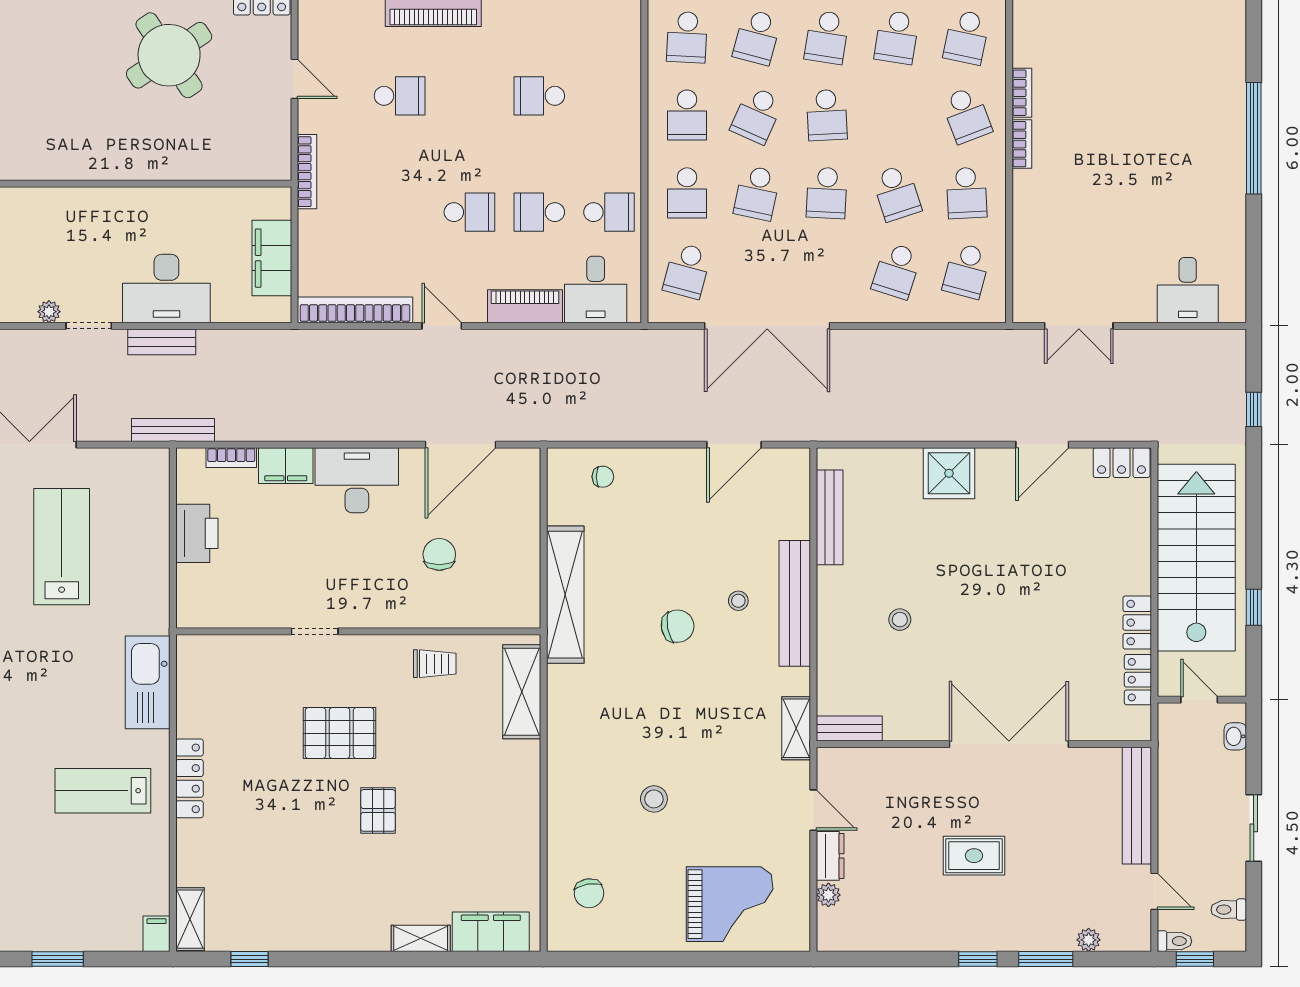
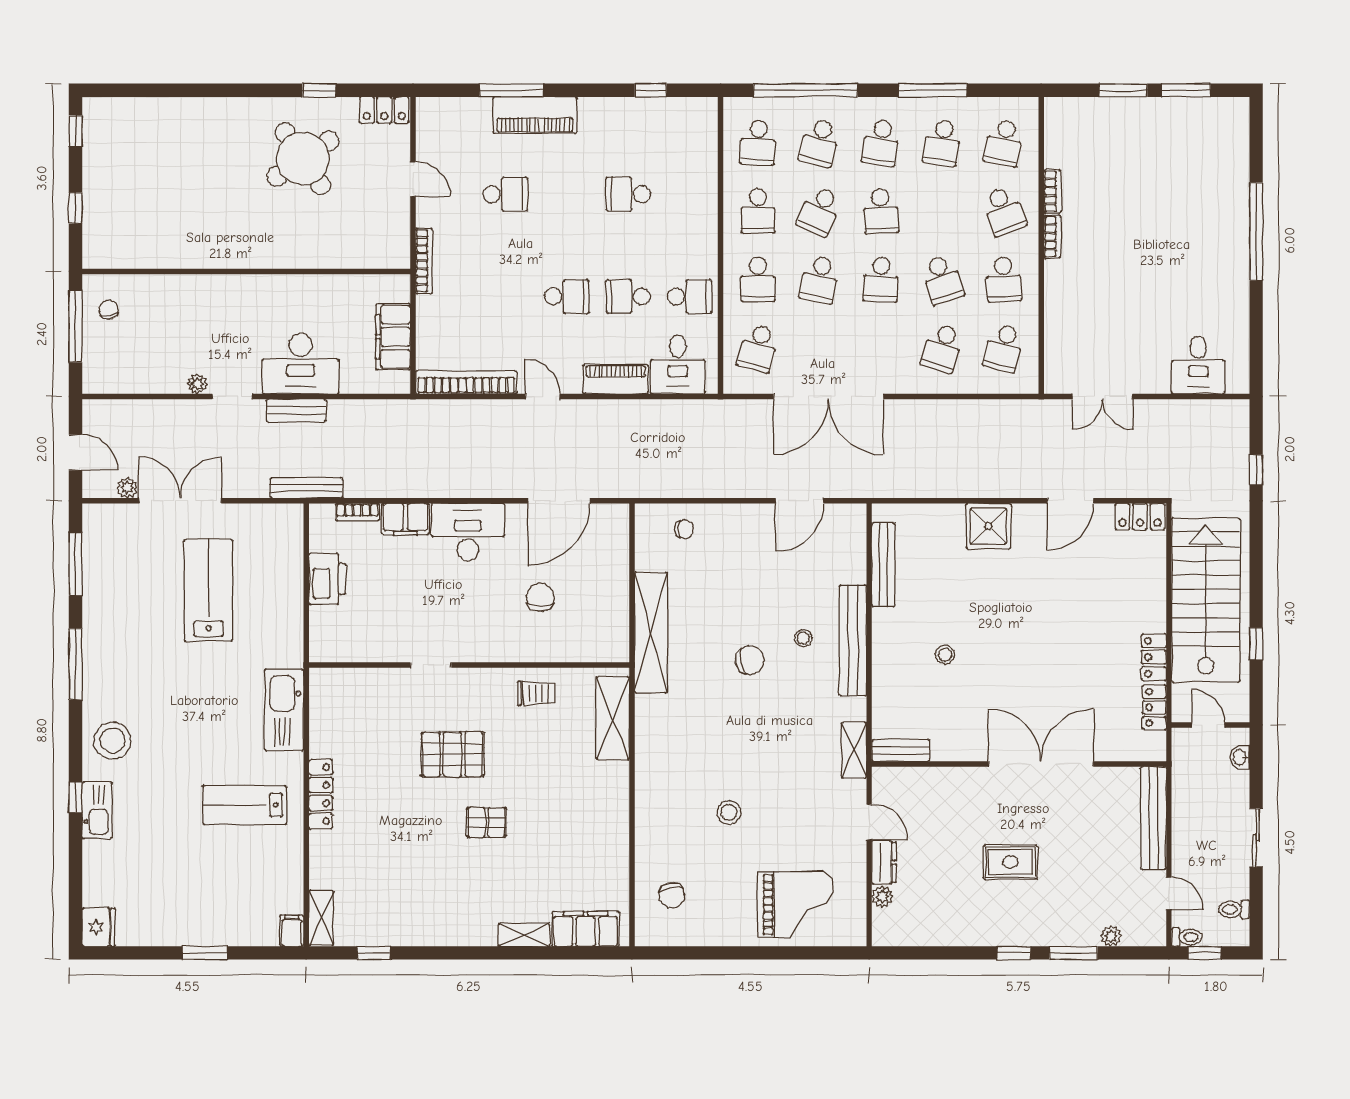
pallet: (378, 810) -> (486, 822), turned 90

